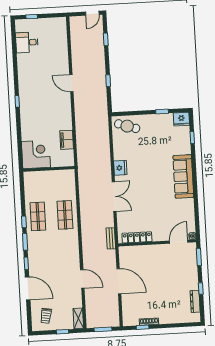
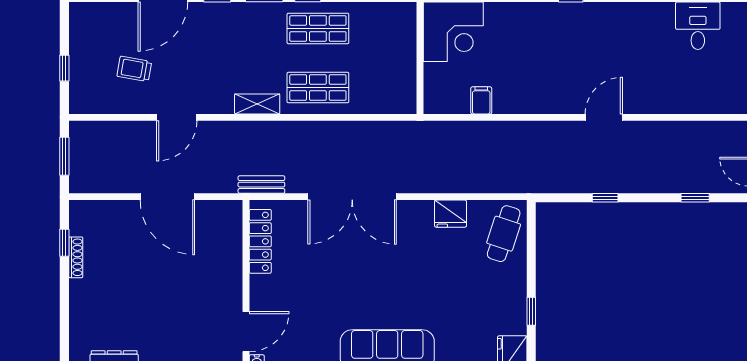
filing cabinet: (67, 140) -> (481, 100), width x0.50
fridge: (120, 168) -> (451, 214), moved
double door: (114, 197) -> (352, 197), width x1.36
door: (179, 242) -> (246, 332), hinge flipped
door: (119, 281) -> (167, 197), hinge flipped
trolley: (46, 316) -> (134, 69), moved
shelving: (78, 318) -> (257, 104), moved

